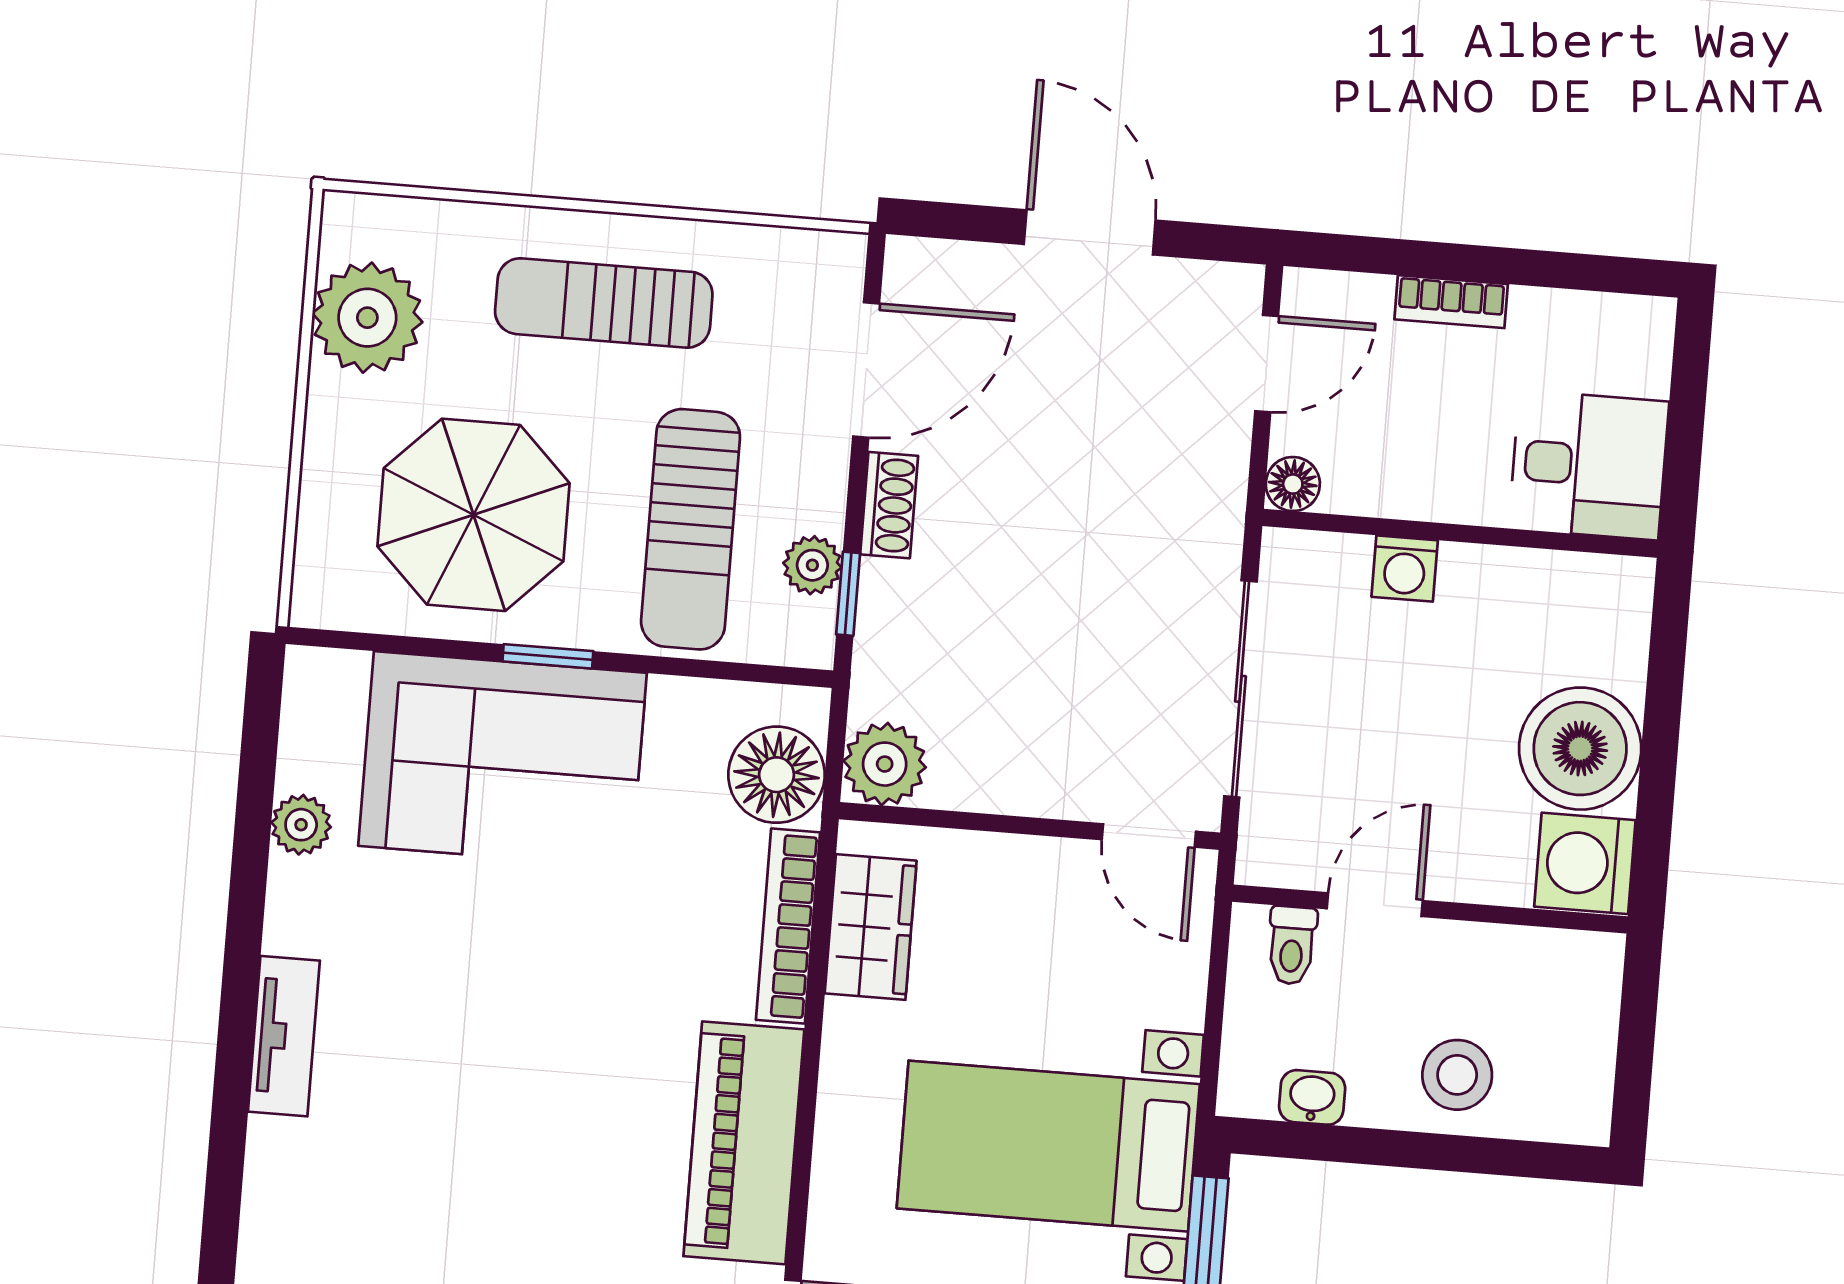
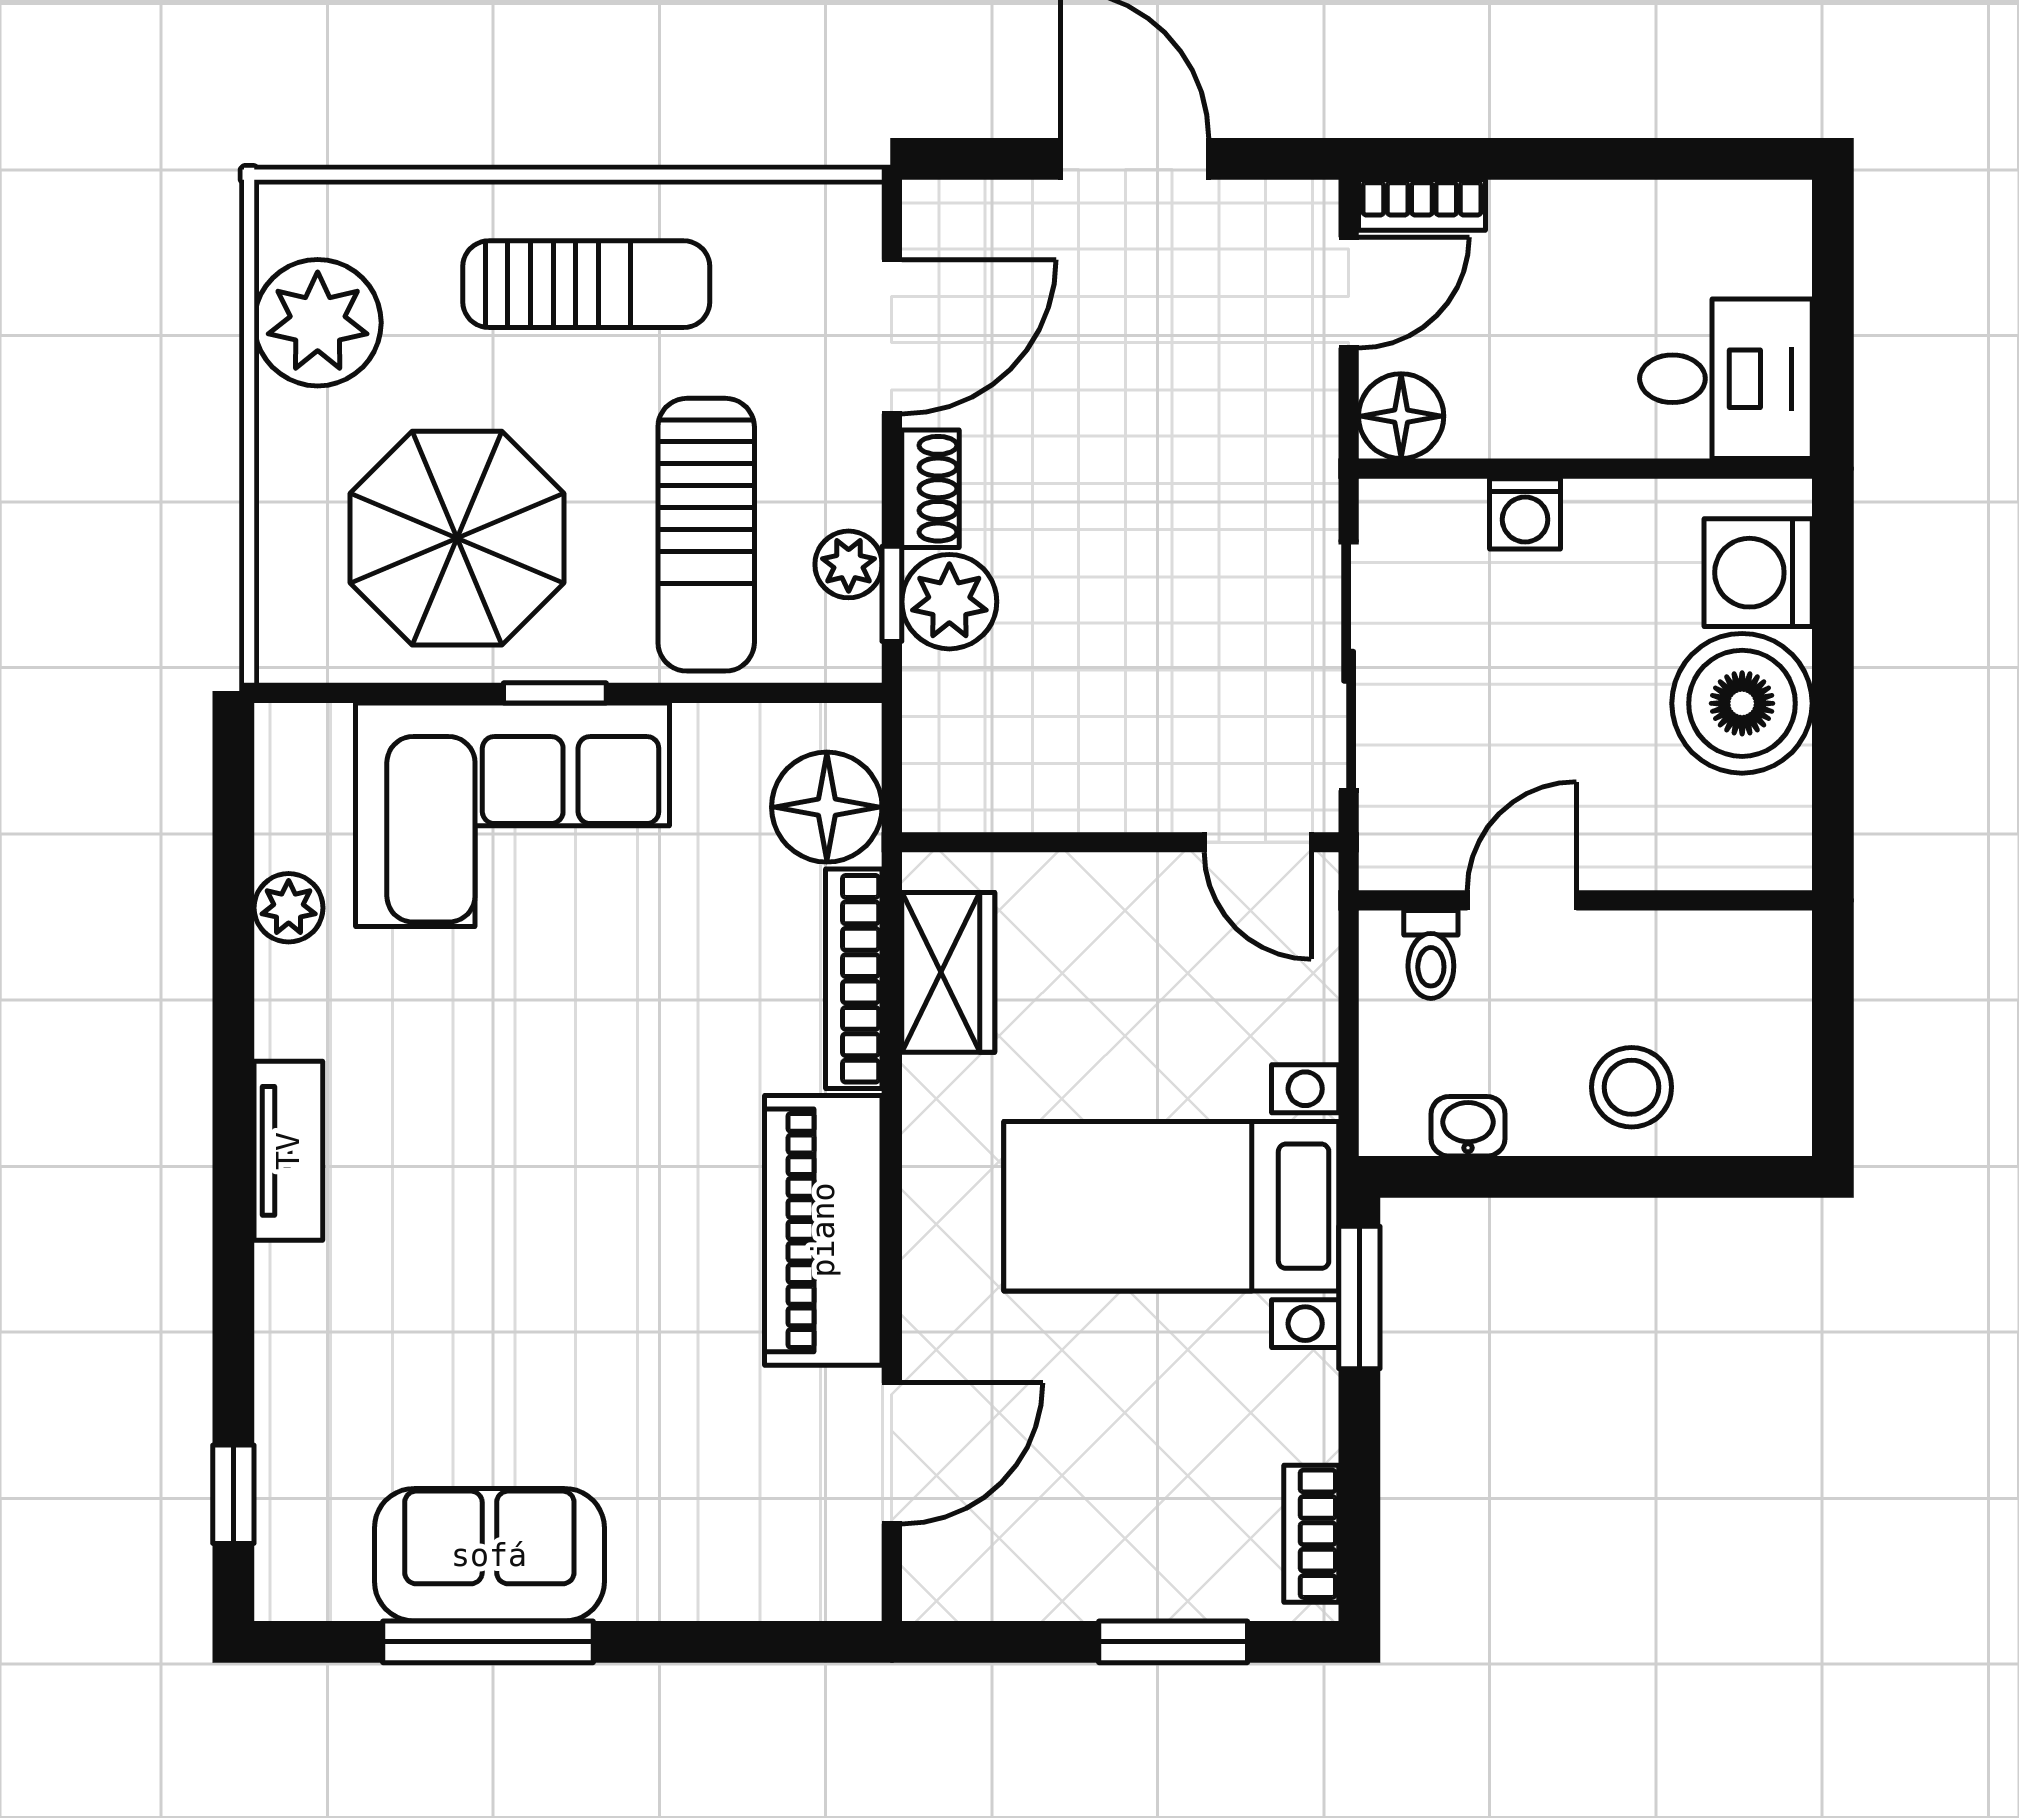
bookcase: (1451, 302) -> (1422, 205), moved
sun lounger: (604, 303) -> (586, 284), turned 180
floor lamp: (1293, 484) -> (1401, 416), width x1.37, depth x1.37
plant: (885, 764) -> (949, 602), moved
washing machine: (1585, 863) -> (1758, 573), moved

